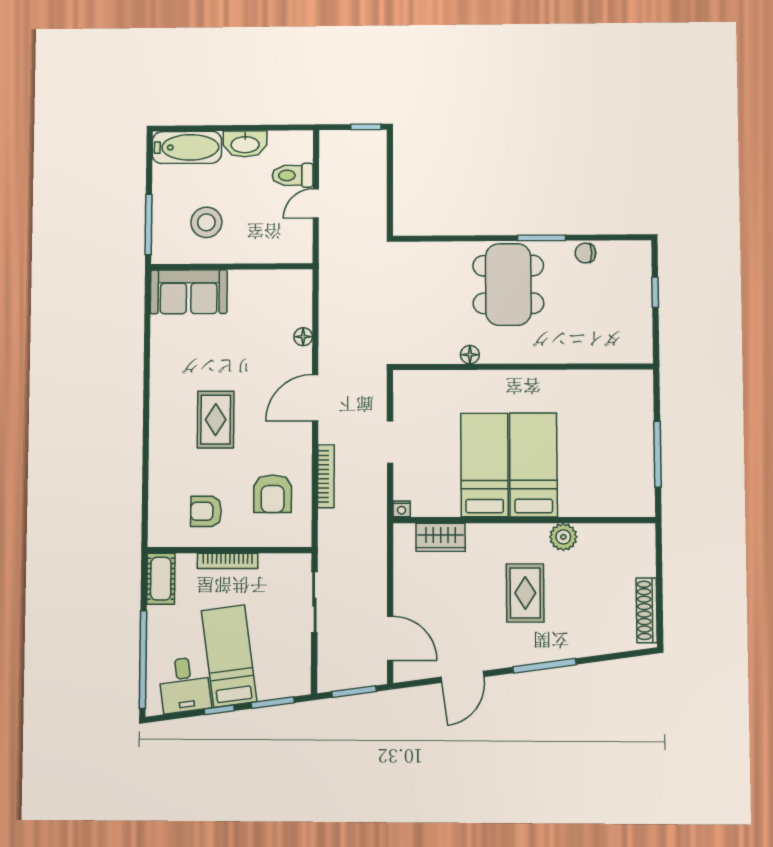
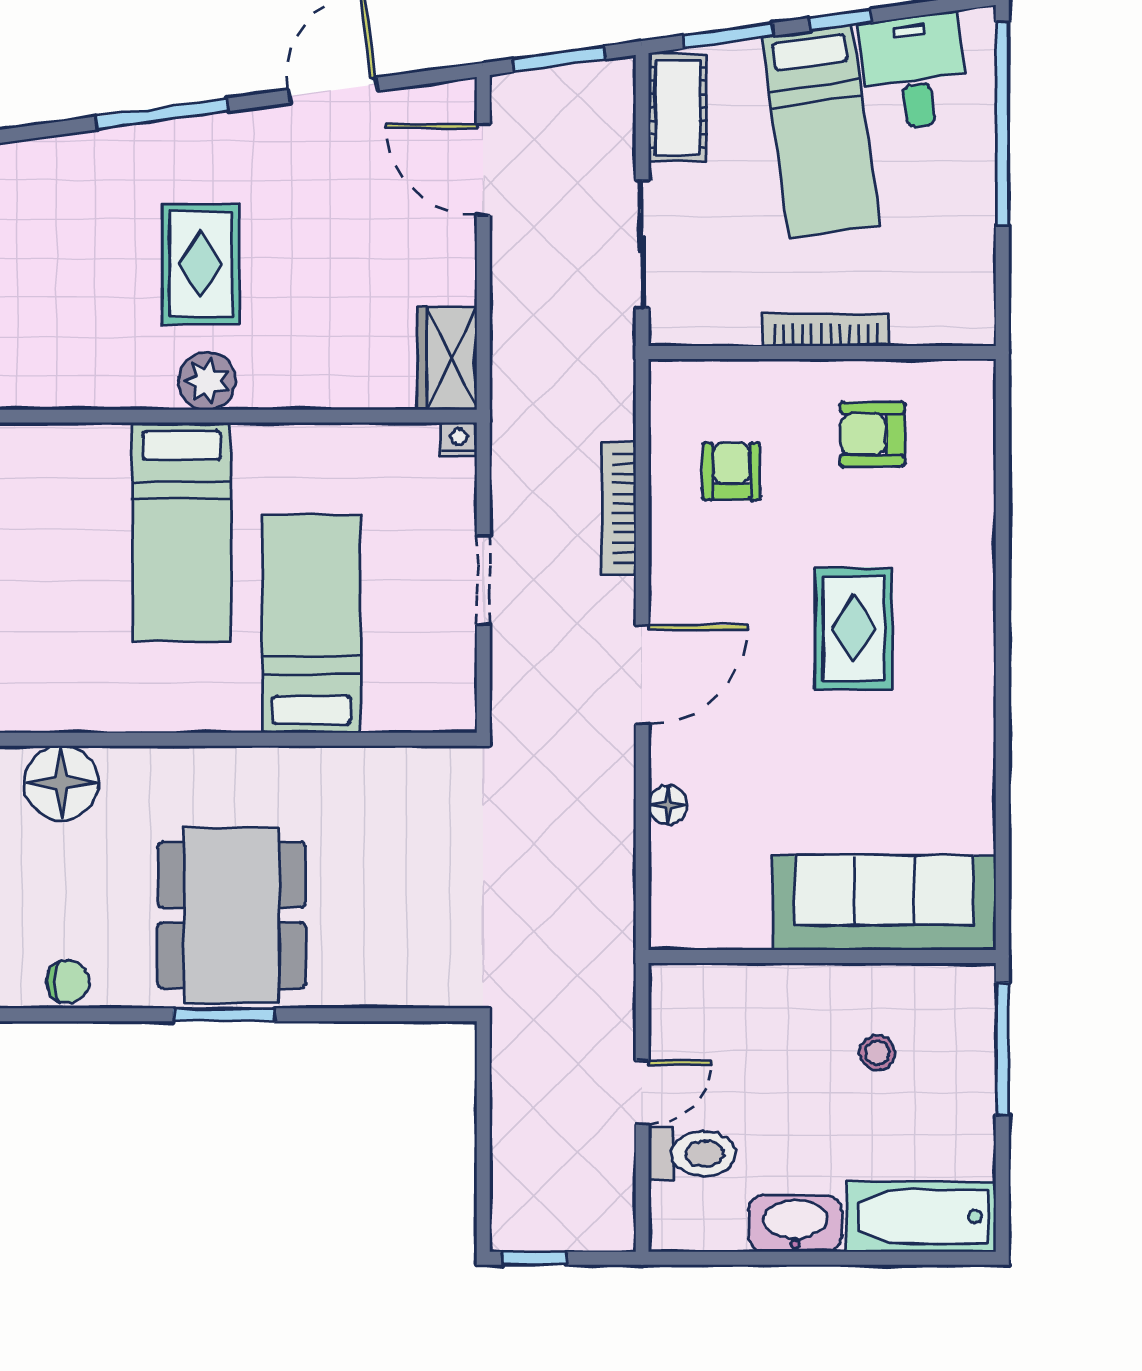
stool: (206, 222) -> (877, 1053), width x0.53, depth x0.53
window: (542, 238) -> (224, 1015), moved
sofa: (189, 292) -> (884, 903), width x1.36
floor lamp: (470, 355) -> (61, 783), moved, width x1.89, depth x1.89
bed: (484, 465) -> (312, 624), moved, turned 180
armchair: (273, 494) -> (731, 471), width x0.72, depth x0.72
armchair: (206, 511) -> (872, 434), turned 180
wardrobe: (441, 537) -> (447, 358), moved, turned -90
plant: (563, 537) -> (207, 381), moved
cot: (161, 579) -> (678, 108), moved

